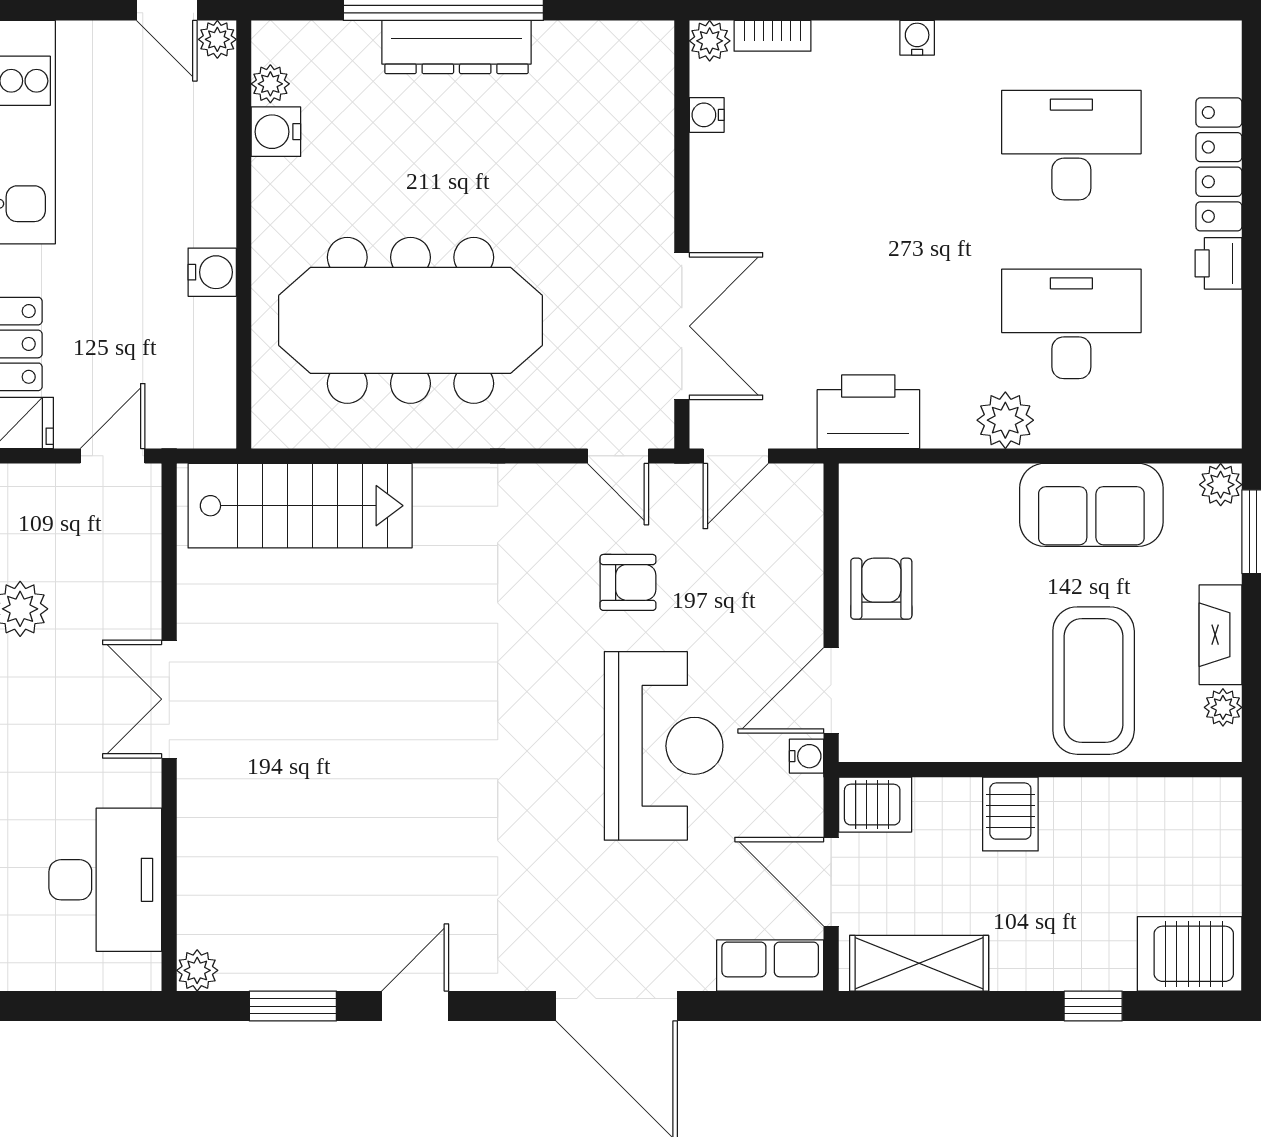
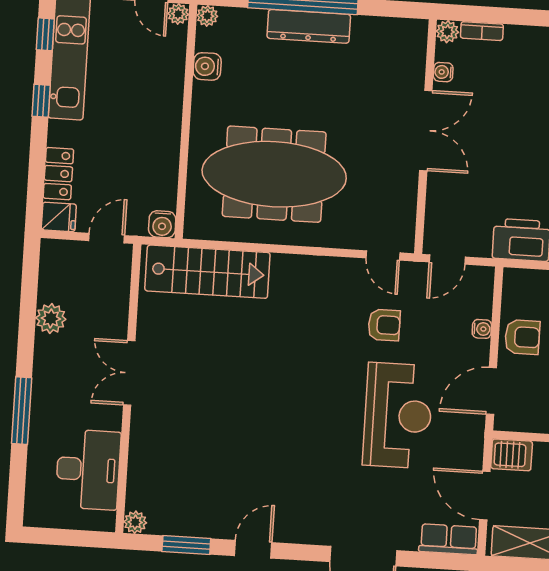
plant: (270, 84) -> (207, 16), moved
water cooler: (212, 272) -> (162, 224), moved, turned 90
double door: (682, 326) -> (426, 130), moved
armchair: (881, 589) -> (522, 337), turned 90
water cooler: (807, 756) -> (482, 329), moved

